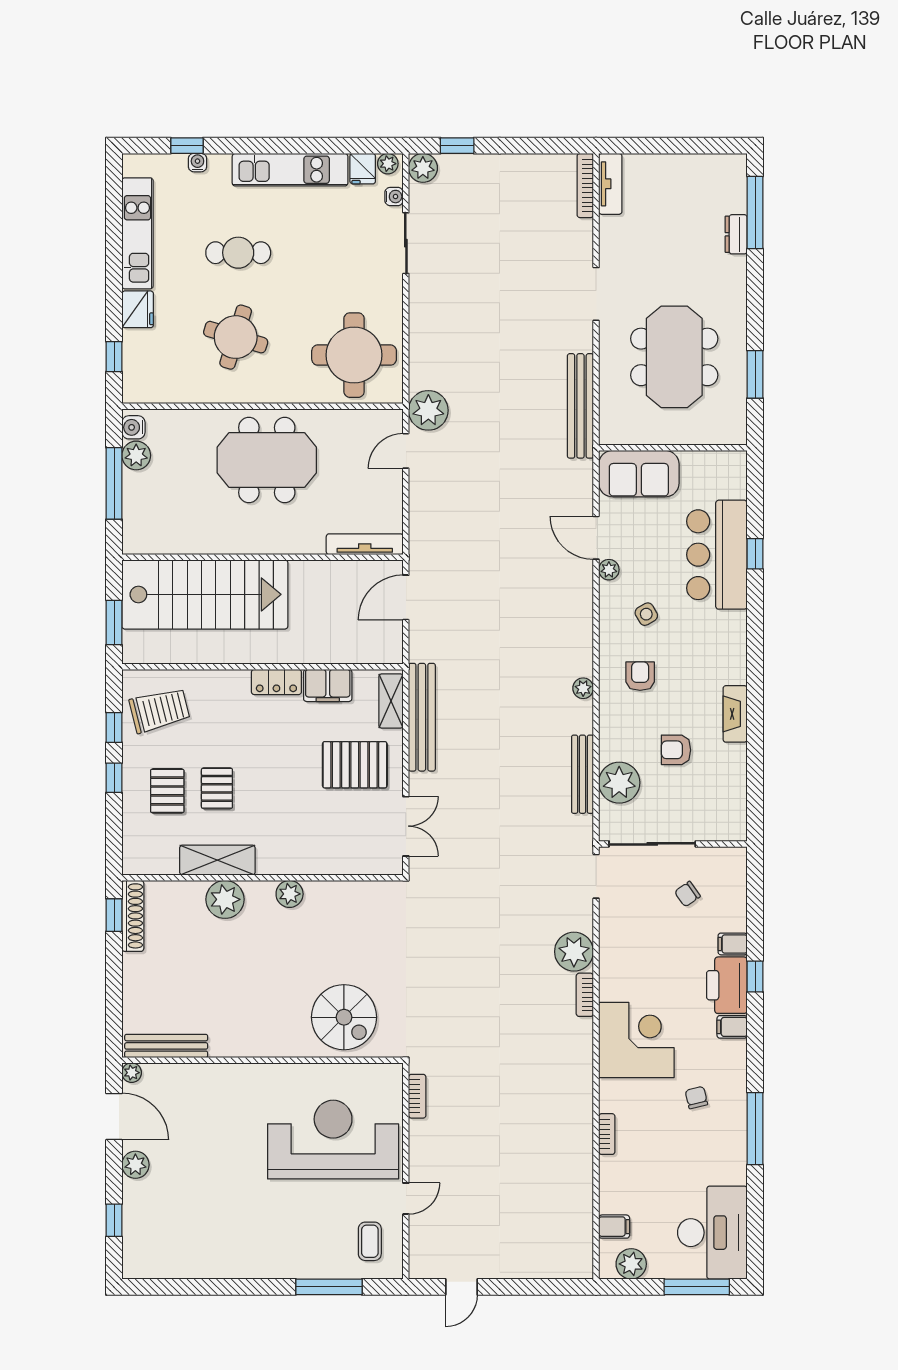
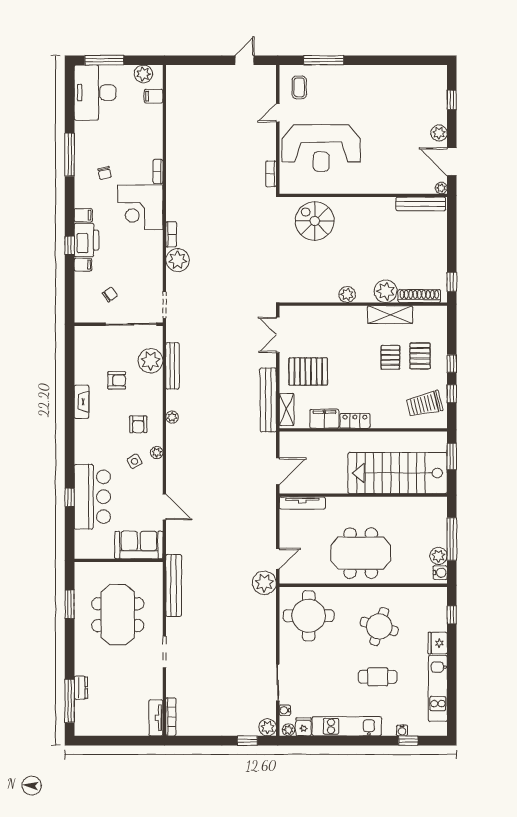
plant: (609, 570) -> (157, 453), moved
shoe rack: (133, 916) -> (419, 296), moved, turned 90
bookcase: (607, 1134) -> (158, 171), moved

